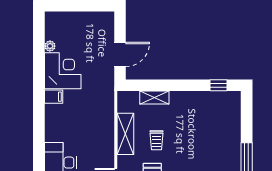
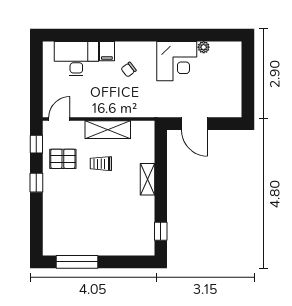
filing cabinet: (54, 97) -> (107, 51), moved
shelving: (154, 98) -> (147, 179), moved
chair: (70, 115) -> (129, 70), added

